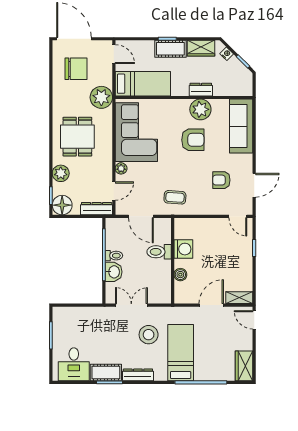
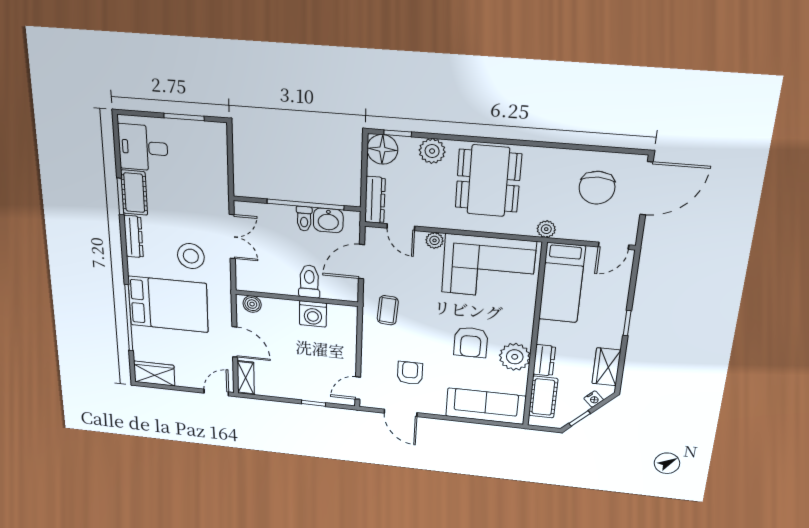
cot: (170, 49) -> (543, 397), moved
plant: (101, 97) -> (546, 229), width x0.53, depth x0.53
dining table: (77, 137) -> (488, 181), width x1.38
washbasin: (114, 272) -> (328, 220), moved
boiler: (180, 275) -> (252, 304), moved
bed: (181, 353) -> (168, 304), width x1.50

